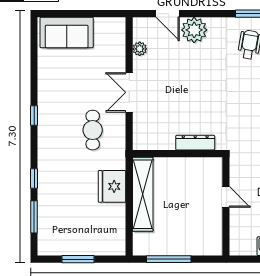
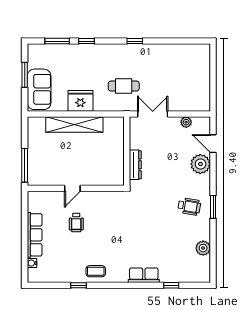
door: (168, 14) -> (213, 144), hinge flipped
sofa: (67, 32) -> (39, 89), moved, turned 180
dresser: (195, 143) -> (135, 165), moved
wall: (178, 154) -> (127, 151), moved
window: (169, 259) -> (25, 165), moved

